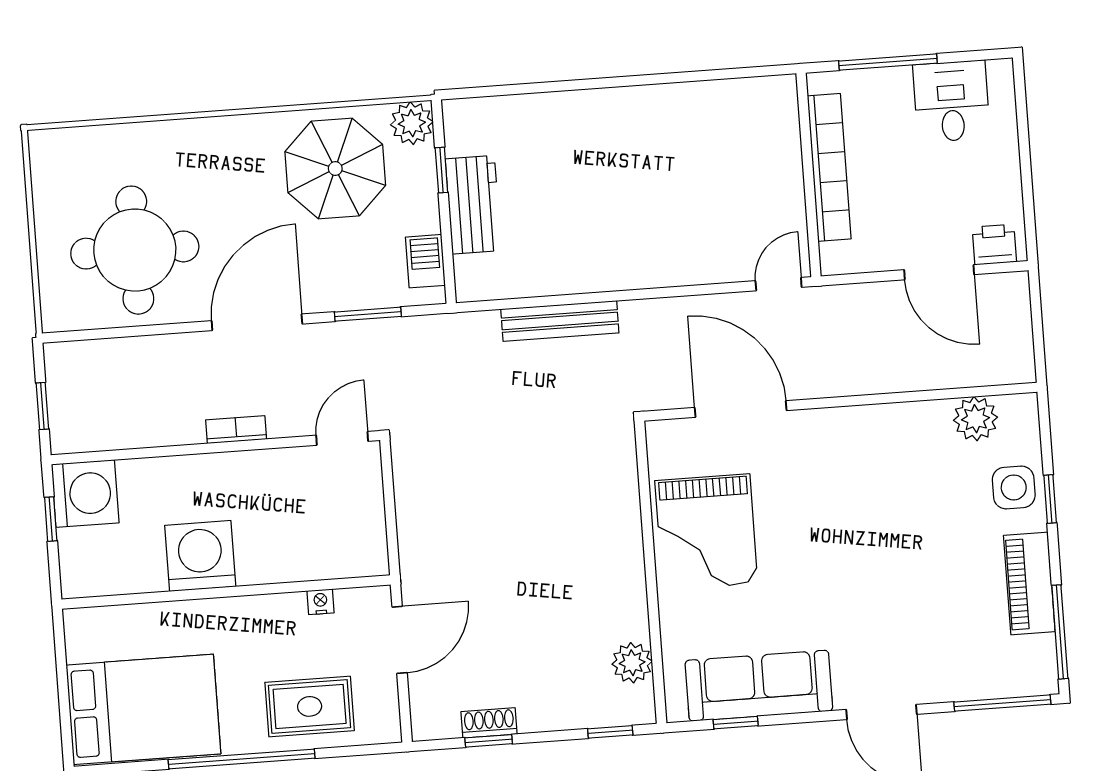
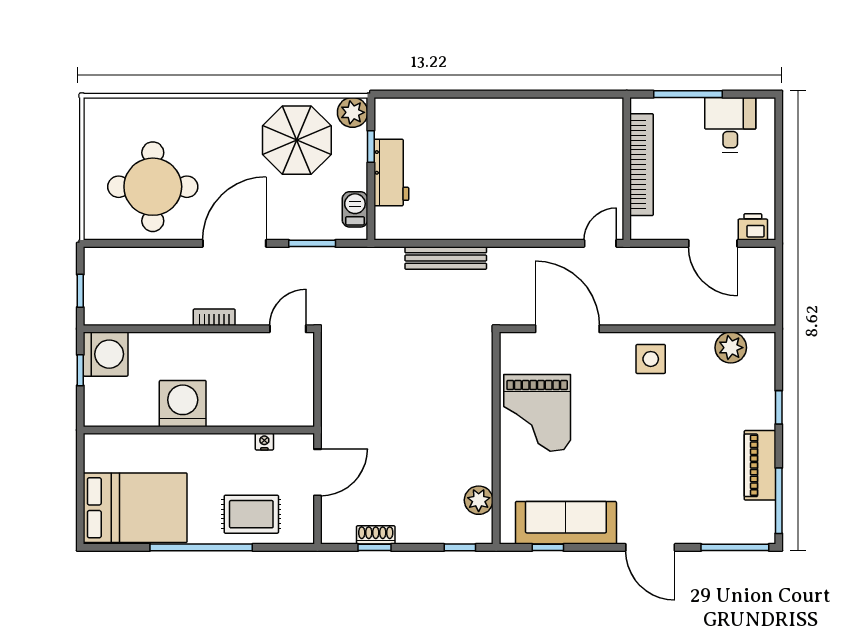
side table: (1014, 487) -> (651, 359), moved

